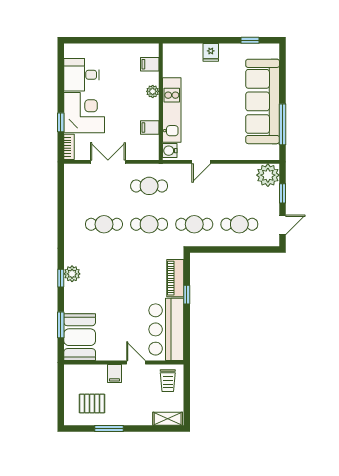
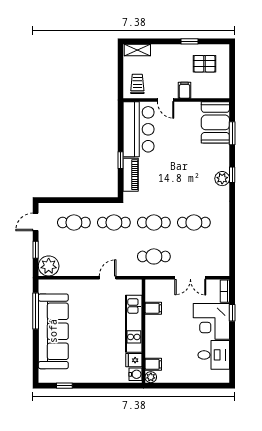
fridge: (211, 52) -> (134, 360), moved, turned -90
plant: (153, 91) -> (151, 377), moved
water cooler: (170, 151) -> (136, 374), moved
window: (109, 429) -> (189, 41), width x0.67

